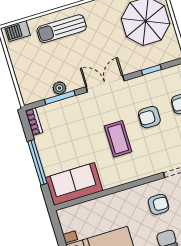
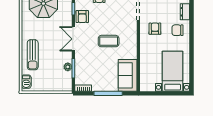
armchair: (149, 117) -> (82, 17), moved

